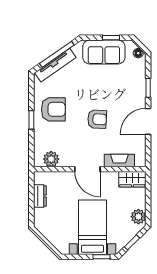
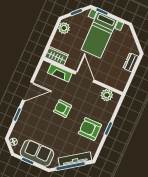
dresser: (40, 196) -> (131, 62), moved

